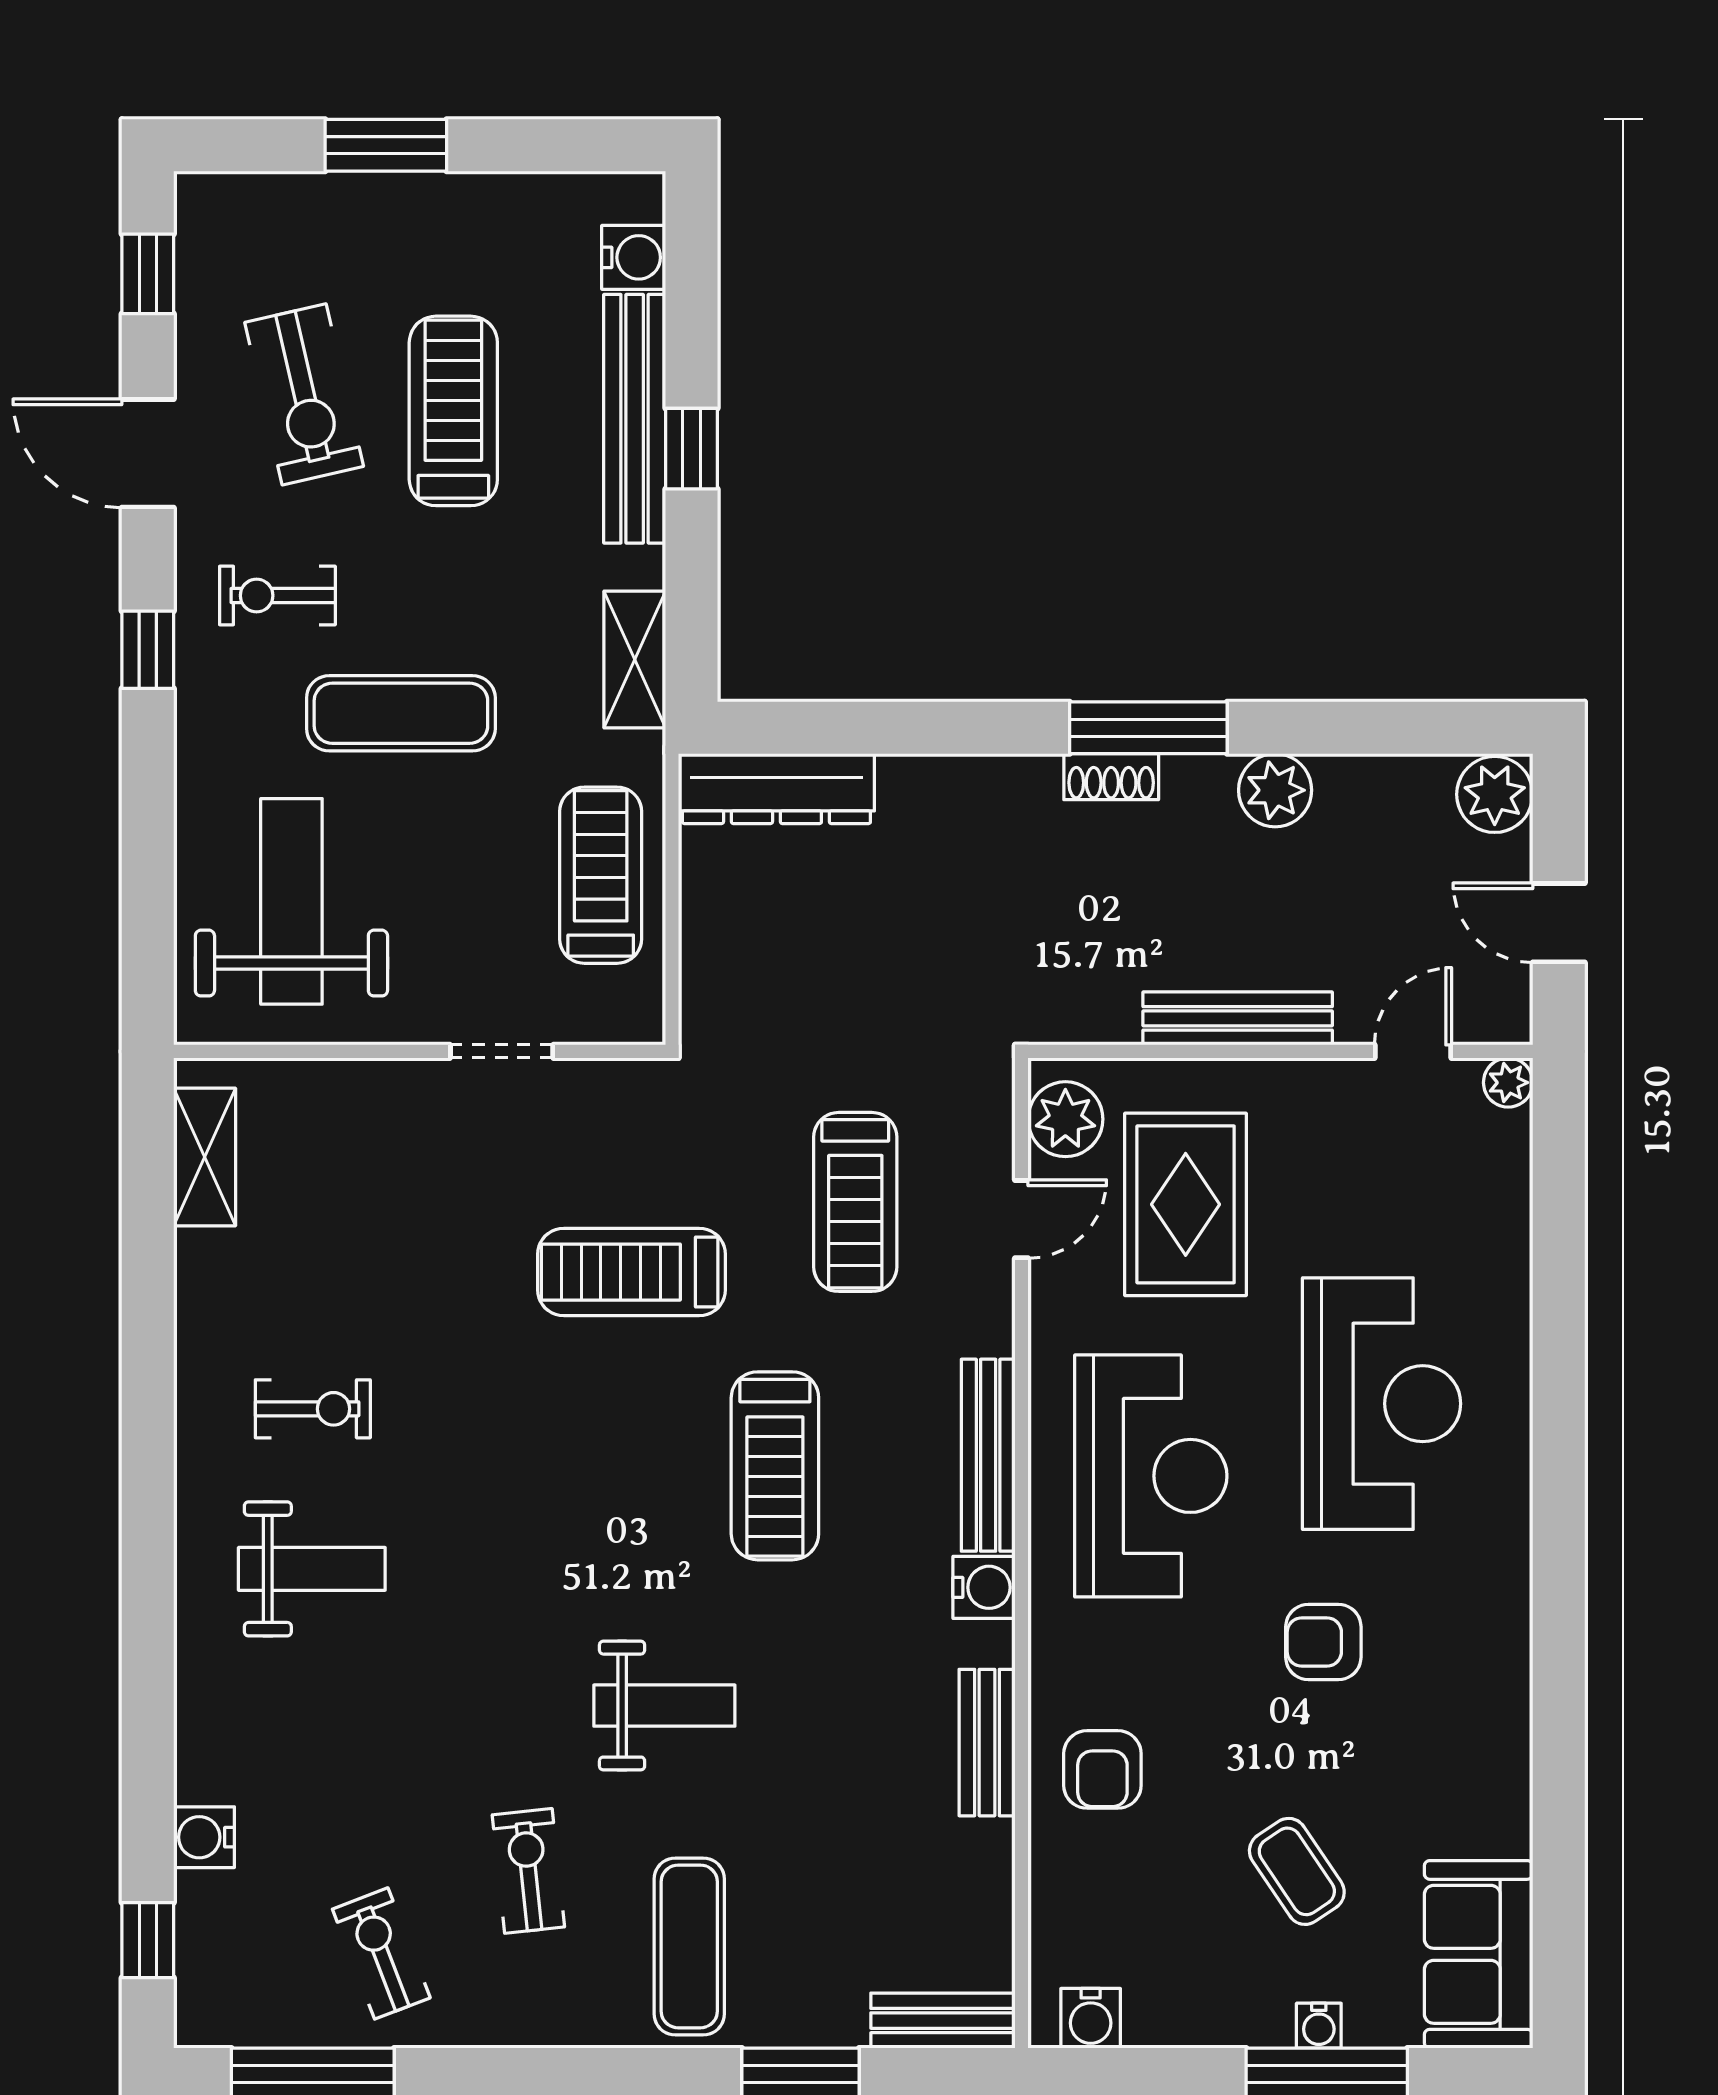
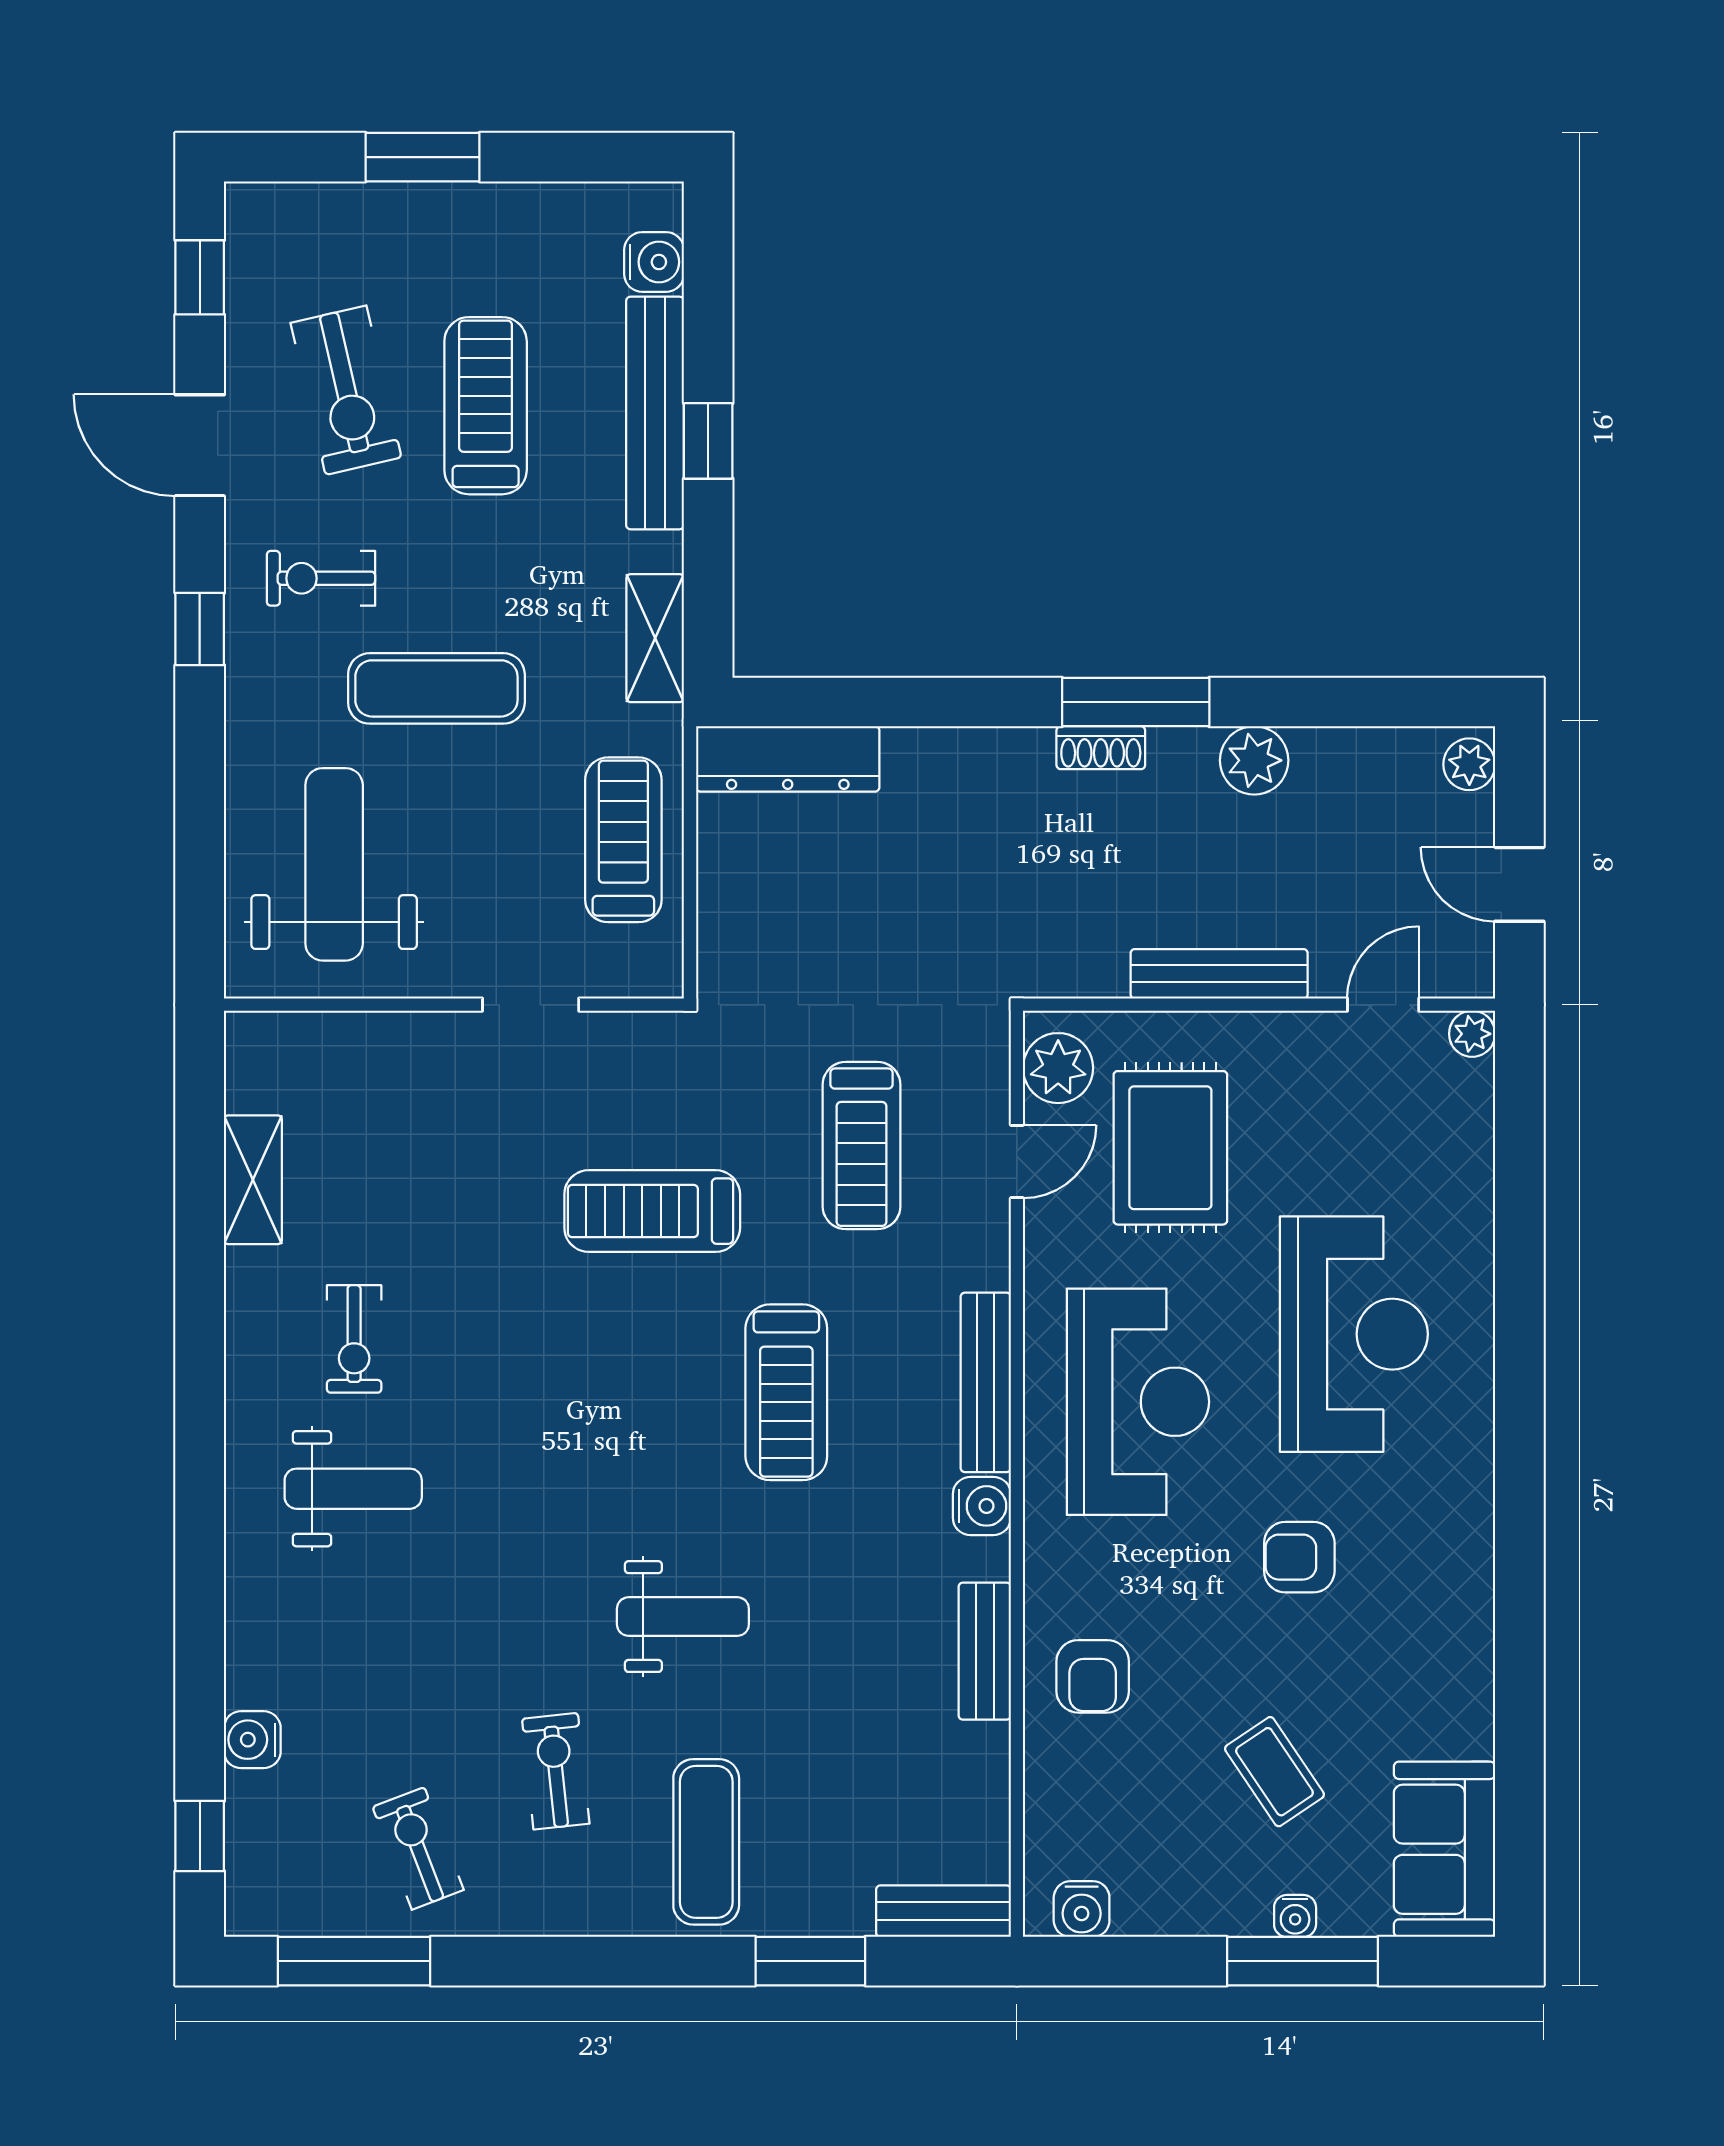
plant: (1495, 794) -> (1469, 764), width x0.73, depth x0.73
shelving: (205, 1157) -> (253, 1180), moved
exercise bike: (313, 1409) -> (354, 1339), turned 90

